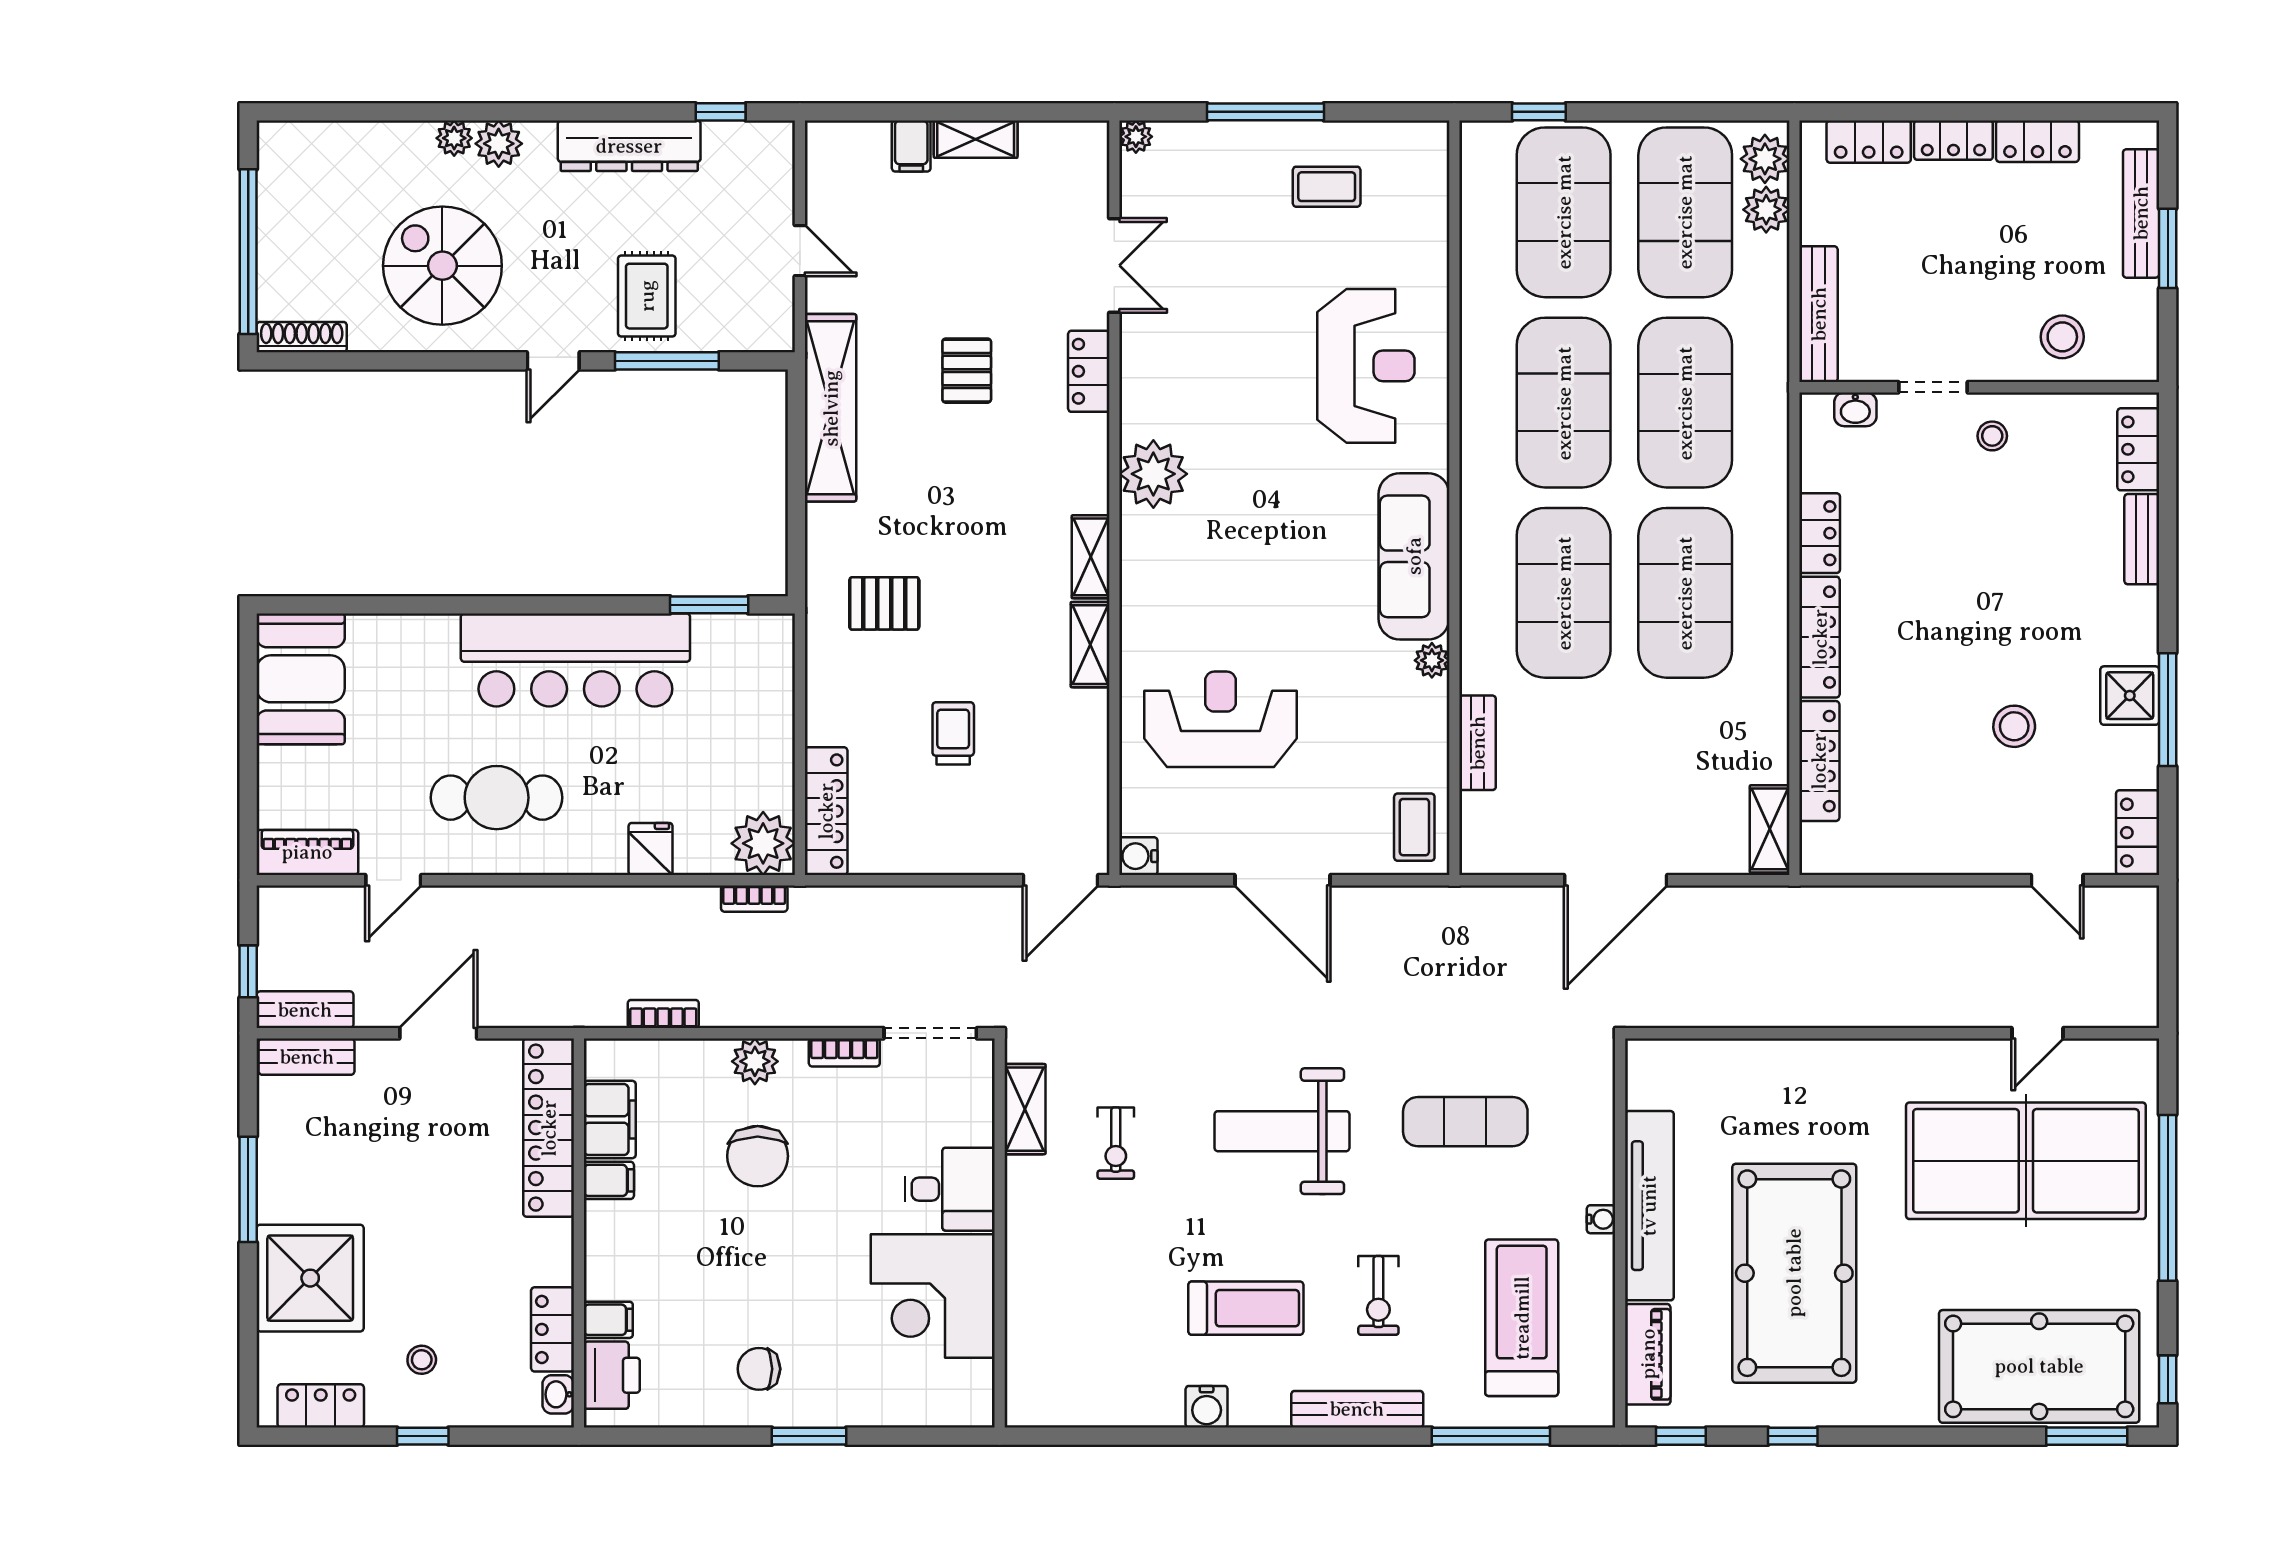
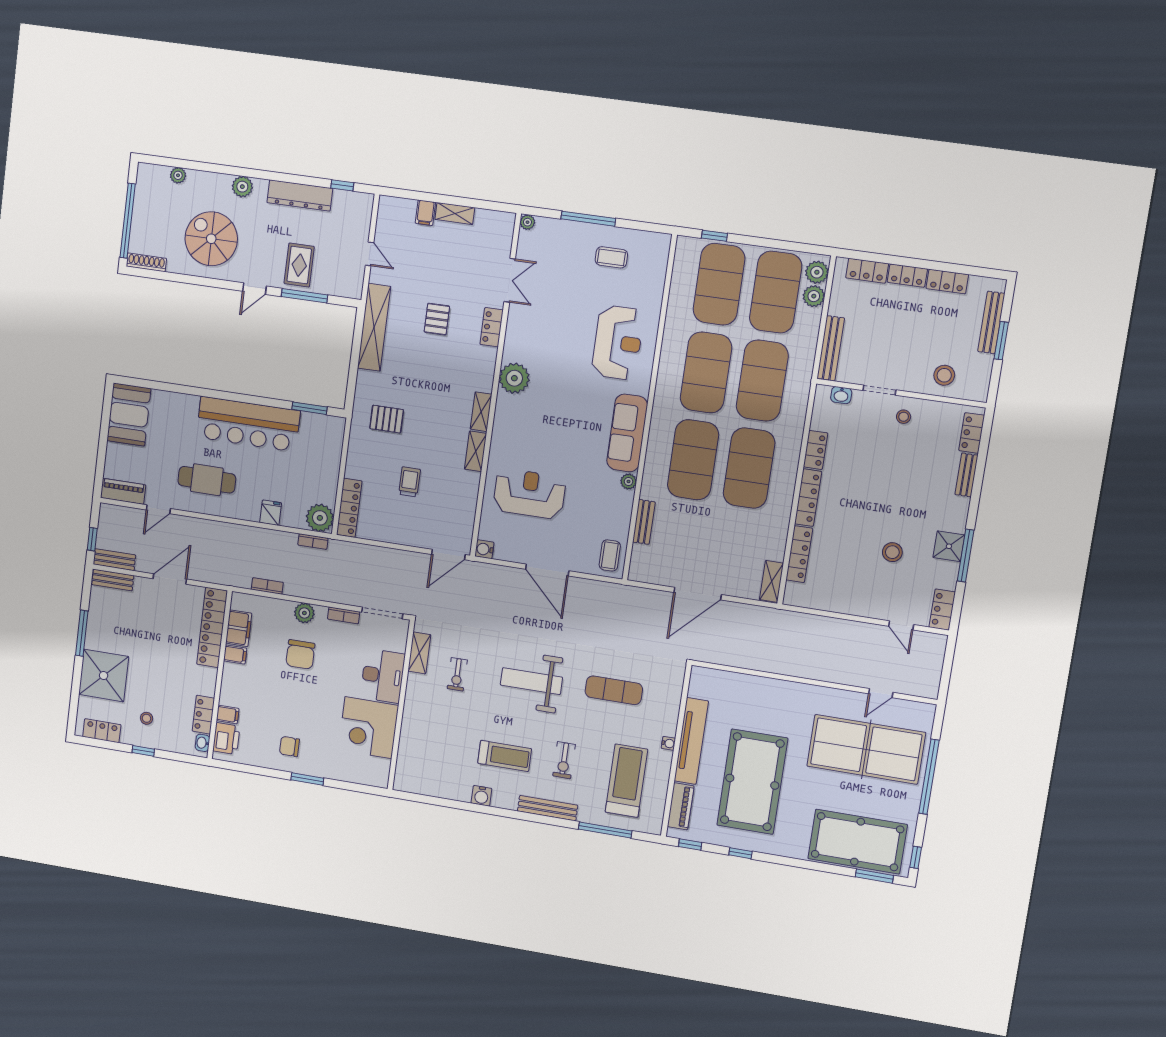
plant: (454, 138) -> (178, 175), moved
desk: (950, 1189) -> (383, 676), width x1.37

